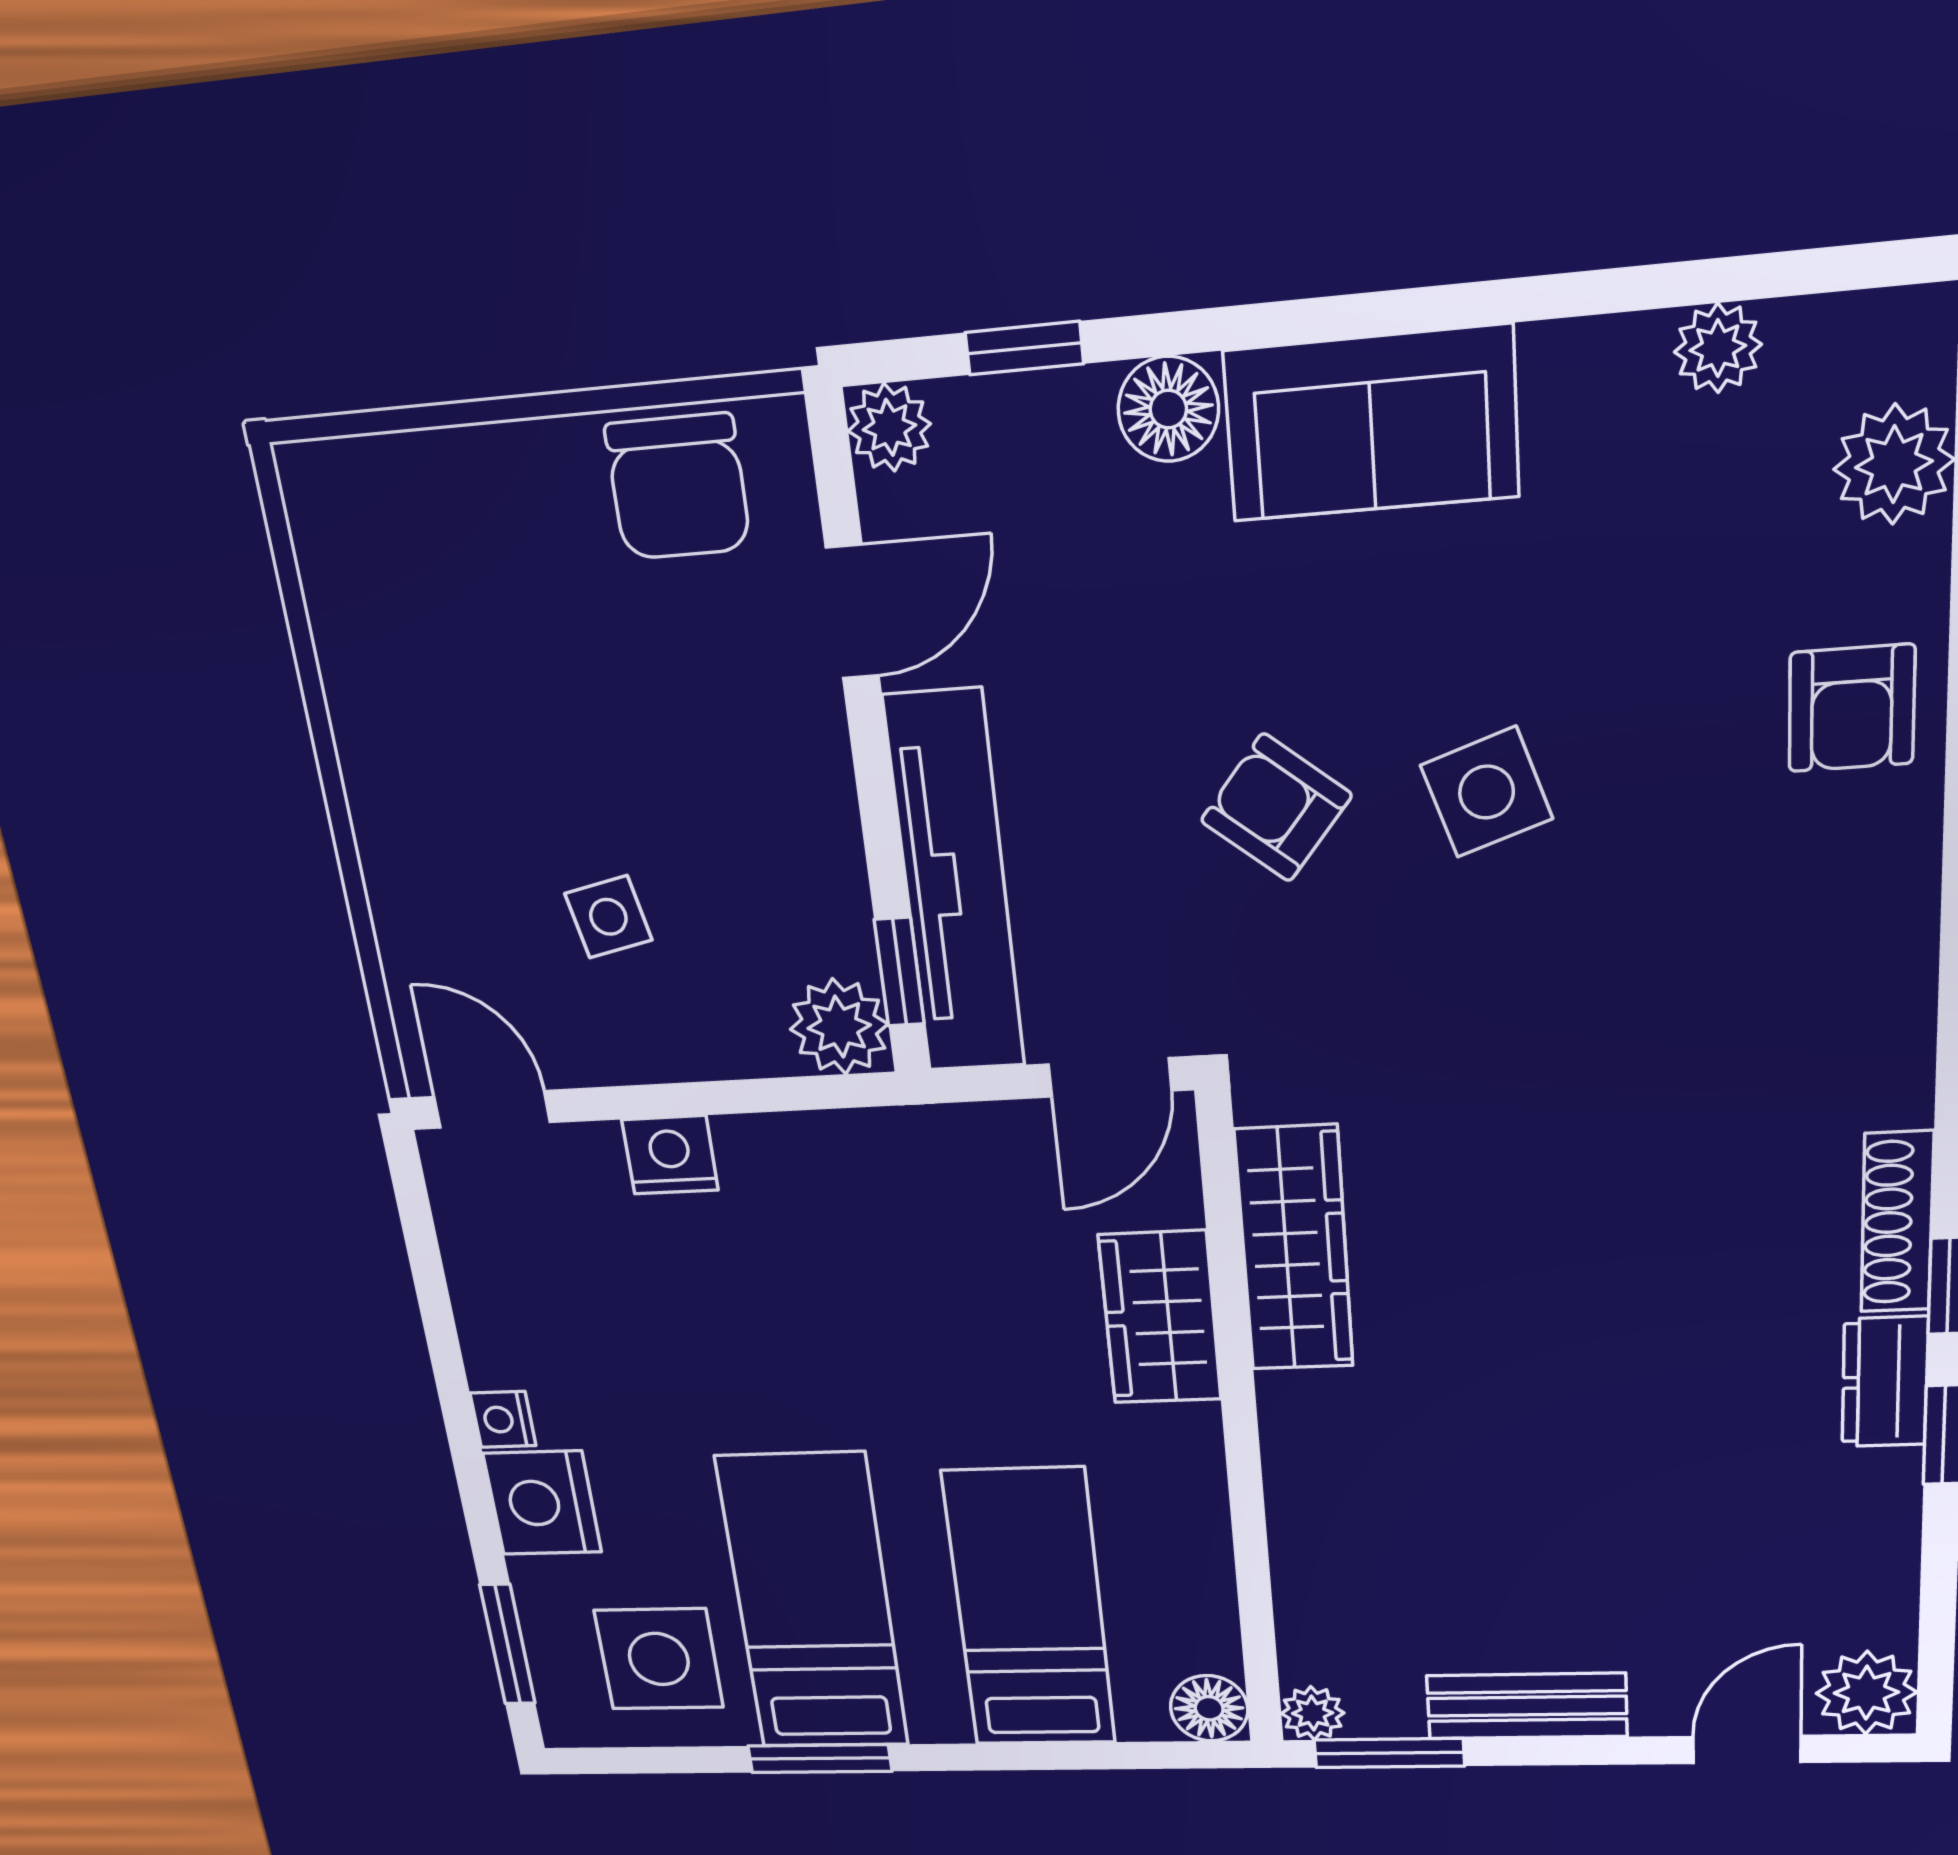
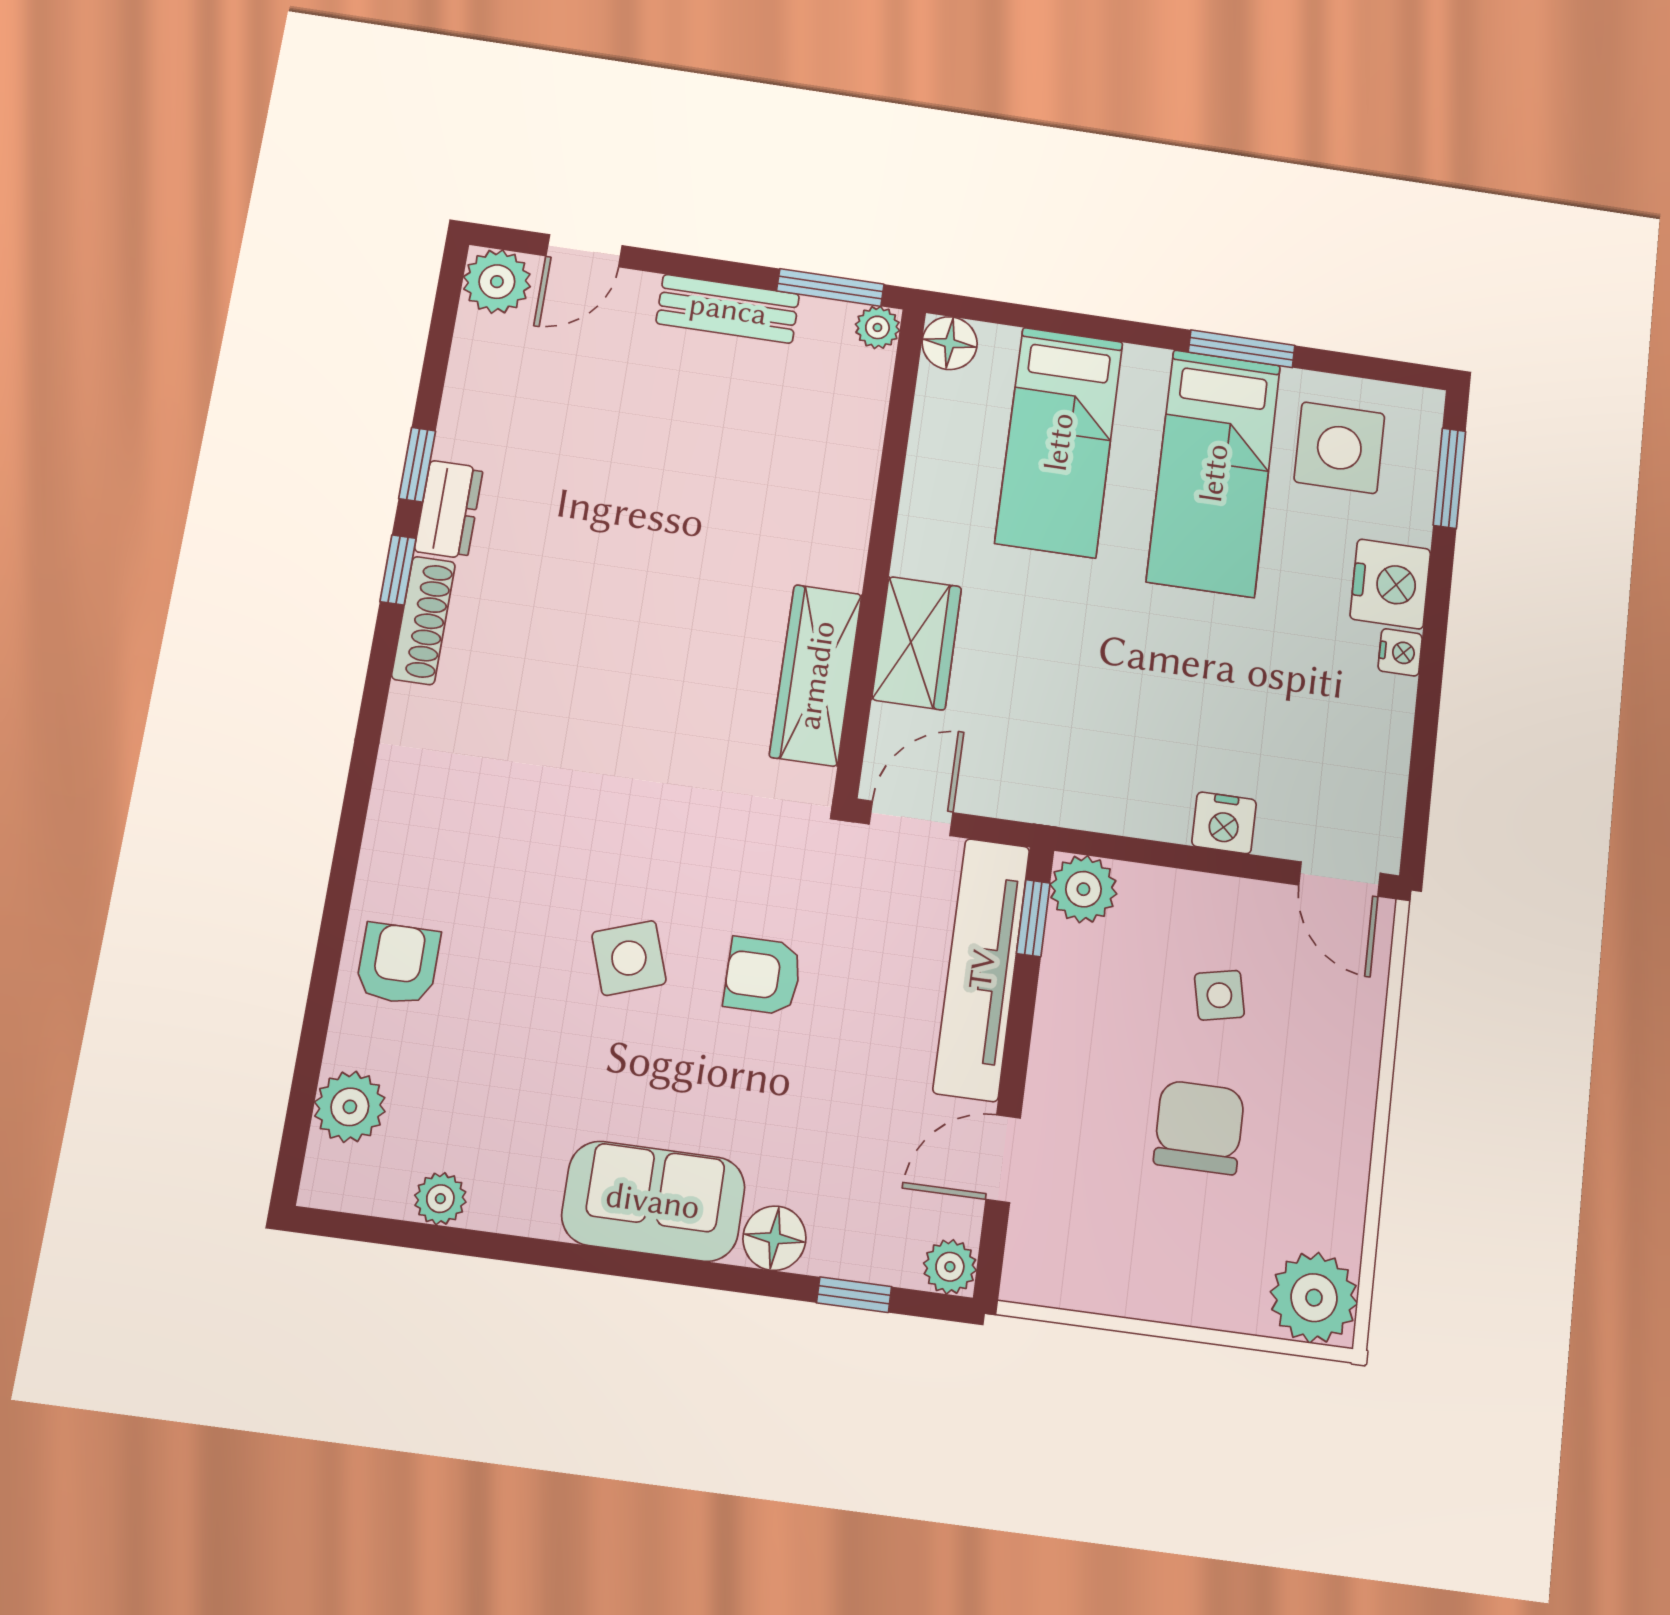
chair: (678, 487) -> (1199, 1127), moved
plant: (348, 507) -> (1314, 1298), added
armchair: (1276, 808) -> (763, 976), turned 141

